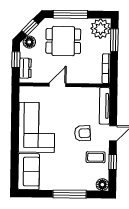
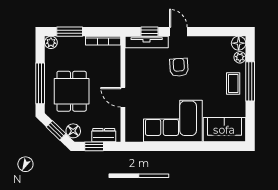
plant: (101, 29) -> (51, 42), width x0.53, depth x0.53
coffee table: (96, 157) -> (233, 83), moved
window: (113, 162) -> (150, 32), moved
plant: (90, 186) -> (240, 57), added

